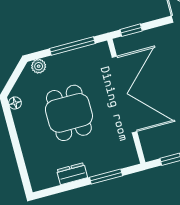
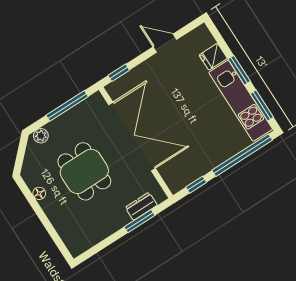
floor lamp: (15, 103) -> (39, 193), moved
dresser: (72, 174) -> (141, 206), moved

